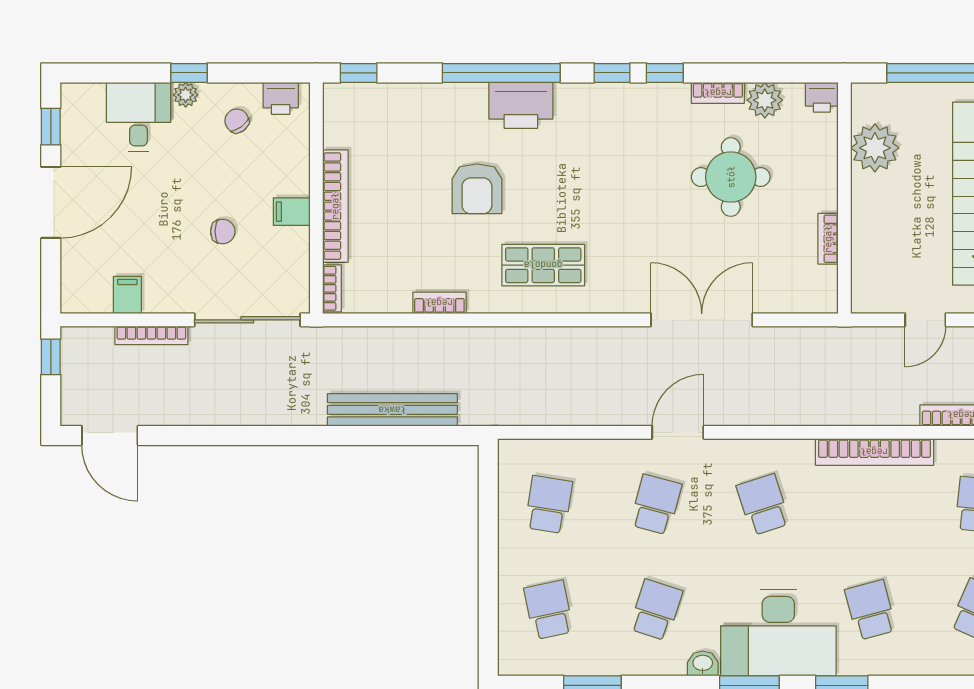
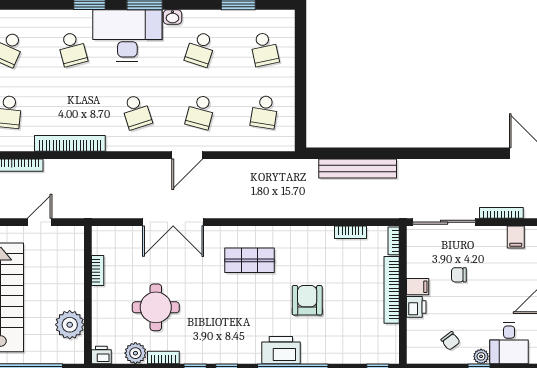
printer: (281, 98) -> (416, 307), moved, turned 90
shop shelf: (543, 265) -> (250, 260), moved
bookcase: (439, 303) -> (350, 232), moved

